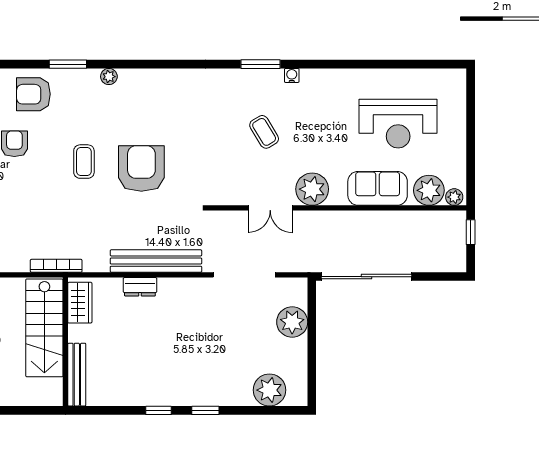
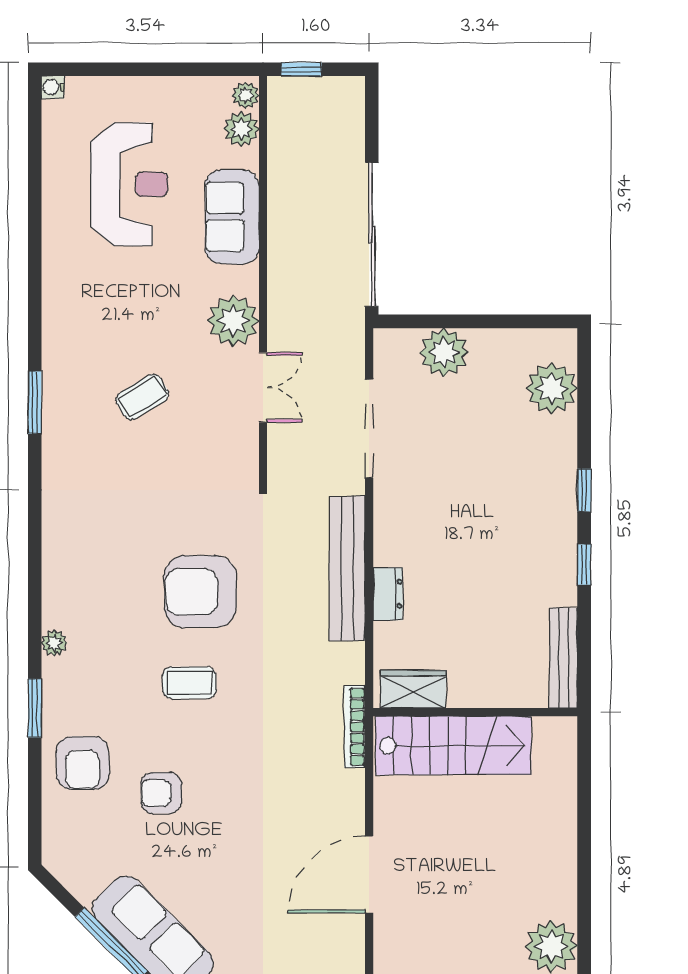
water cooler: (292, 75) -> (53, 87), moved
plant: (429, 190) -> (241, 129), width x0.73, depth x0.73
bench: (77, 375) -> (563, 658), moved, turned 90

